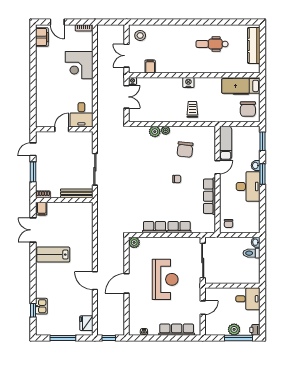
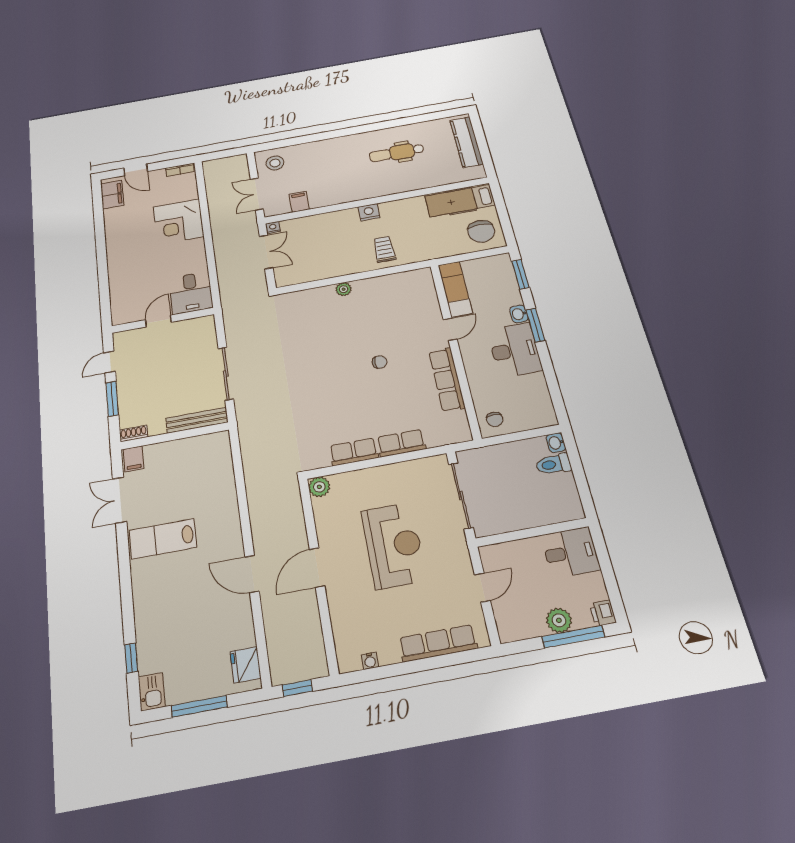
plant: (155, 132) -> (325, 295), removed
chair: (185, 150) -> (385, 312), removed
kitchen sink: (41, 306) -> (152, 692), moved

